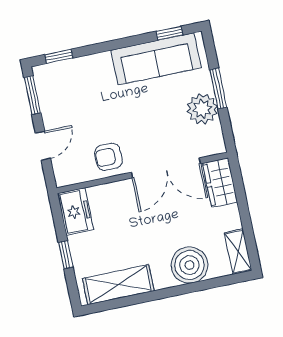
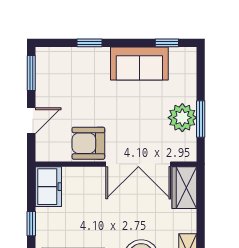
window: (59, 56) -> (90, 43), moved
sofa: (156, 59) -> (139, 64), width x0.73
window: (218, 88) -> (201, 119), moved
armchair: (108, 157) -> (88, 143), width x1.38, depth x1.38

